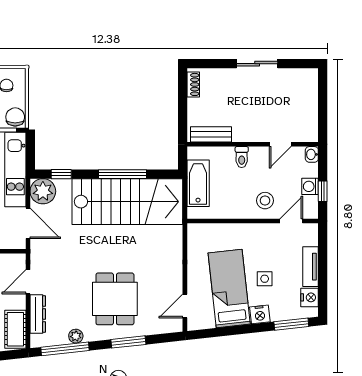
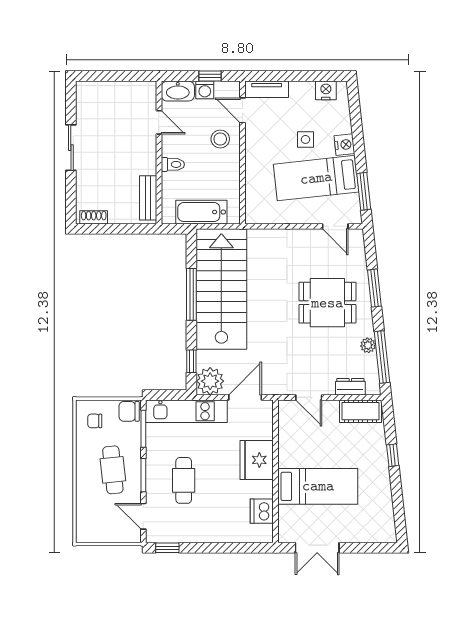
washbasin: (312, 154) -> (178, 91), width x1.91, depth x1.45
tv unit: (311, 267) -> (267, 89), moved
dresser: (38, 314) -> (350, 387), width x0.70
window: (291, 324) -> (364, 191), moved

